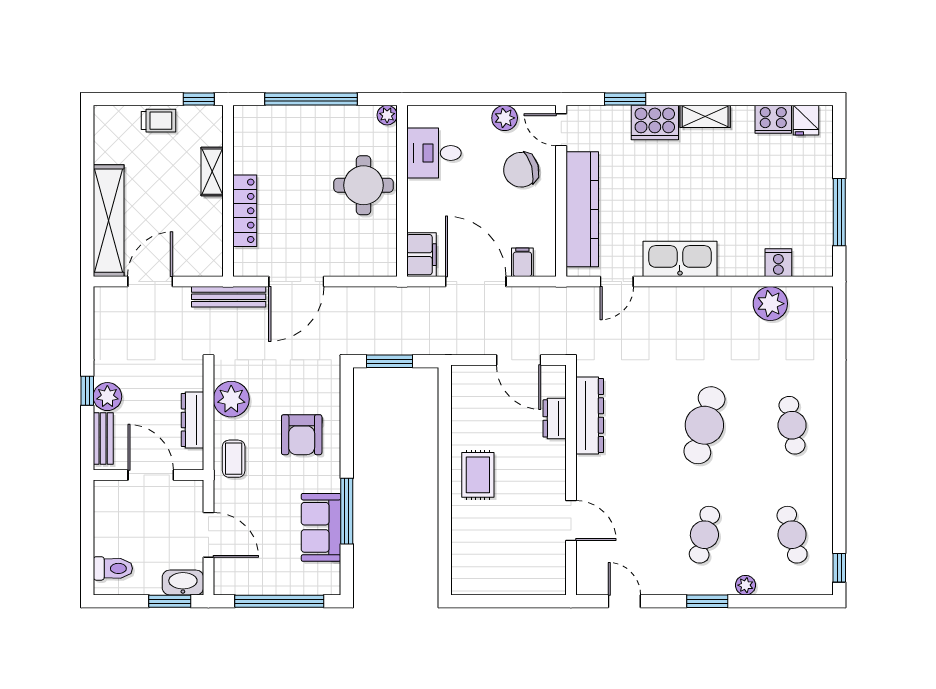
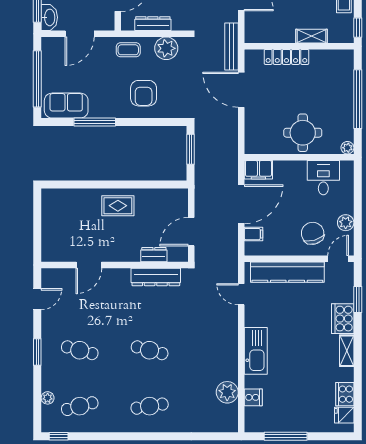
kitchen sink: (680, 259) -> (256, 351), moved
cafe table: (704, 425) -> (150, 350), width x0.73, depth x0.74
armchair: (302, 435) -> (144, 93), turned -90
sofa: (321, 527) -> (66, 106), moved
plant: (745, 585) -> (48, 398), moved

